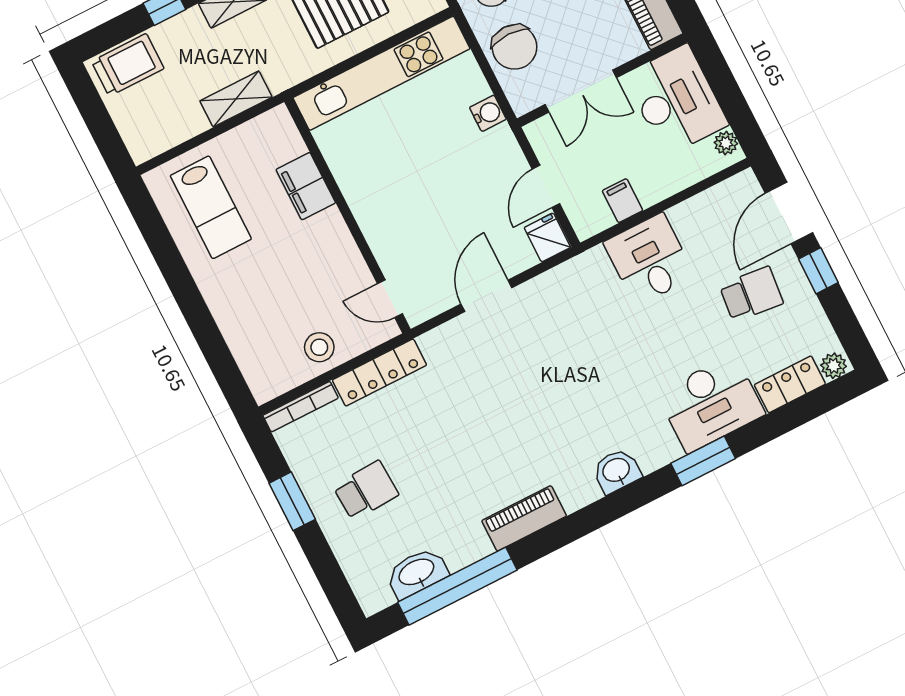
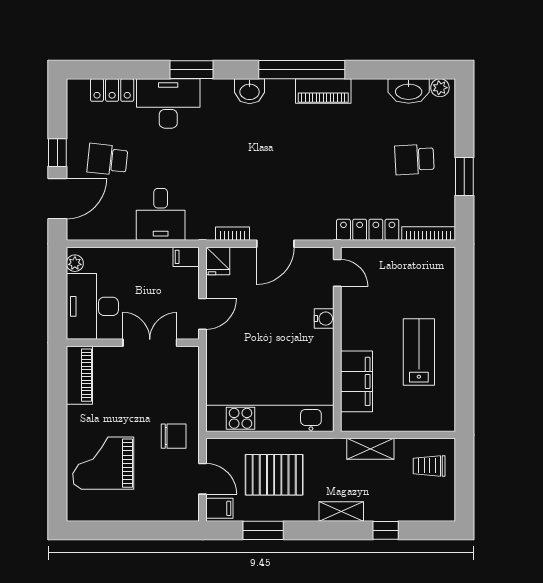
chair: (514, 47) -> (178, 392), removed
trolley: (128, 65) -> (429, 466), moved, width x0.73, depth x0.72
water cooler: (488, 113) -> (324, 319), moved, turned 180
filing cabinet: (306, 186) -> (357, 381), width x1.50, depth x1.17
door: (546, 186) -> (202, 314), moved
filing cabinet: (622, 201) -> (186, 257), moved, turned 90
lab bench: (211, 207) -> (419, 352), moved
bookcase: (547, 281) -> (232, 234), added
stool: (319, 347) -> (398, 265), removed
plant: (834, 366) -> (440, 88), moved
window: (457, 586) -> (302, 70), moved

